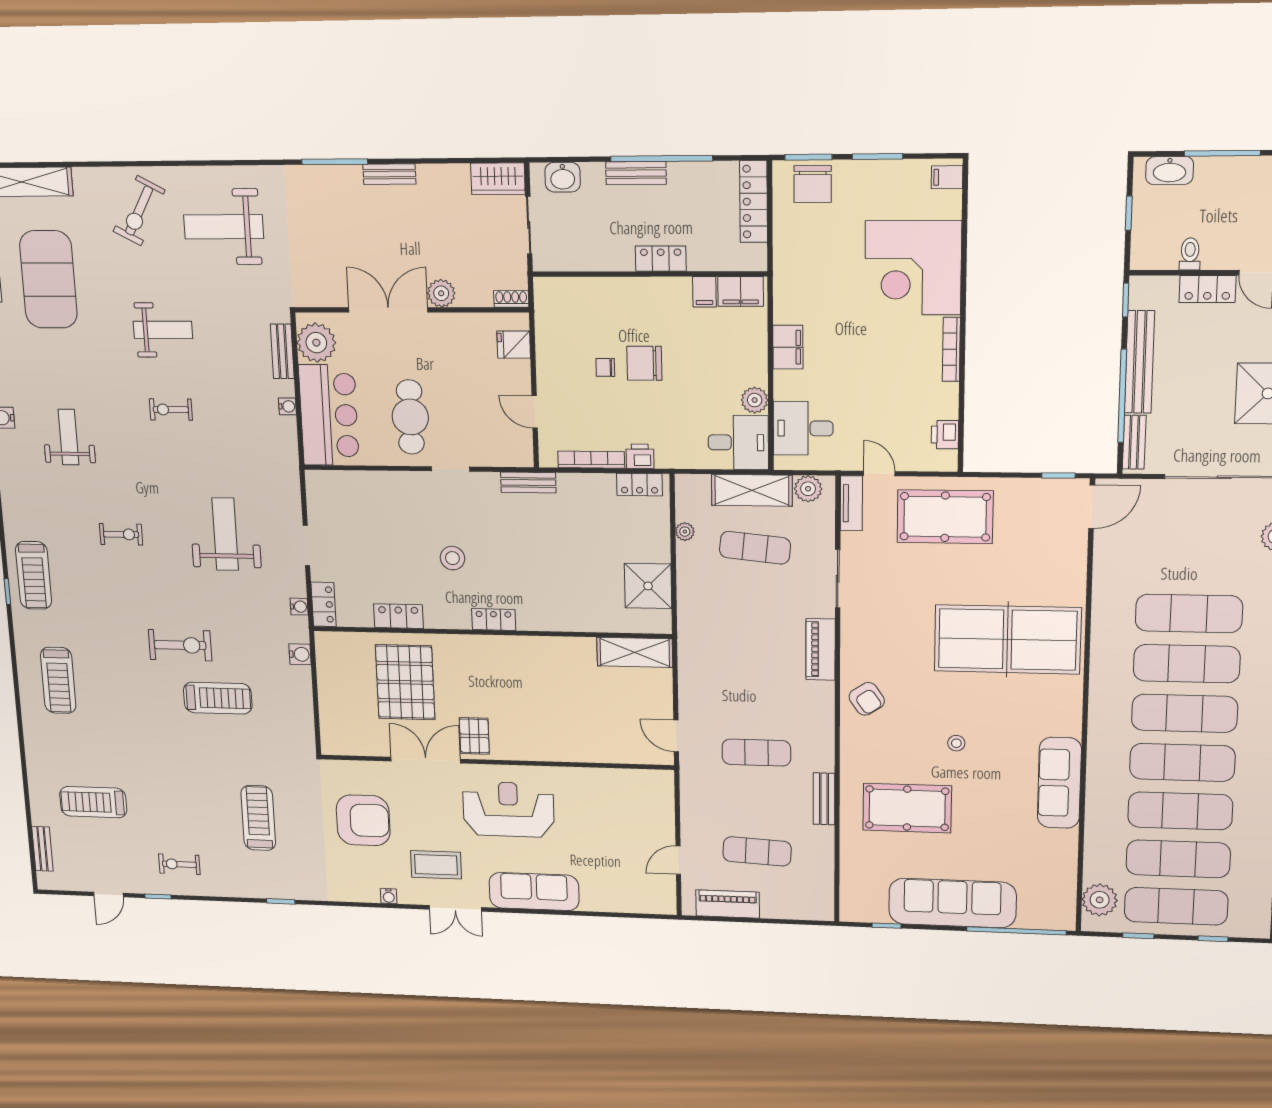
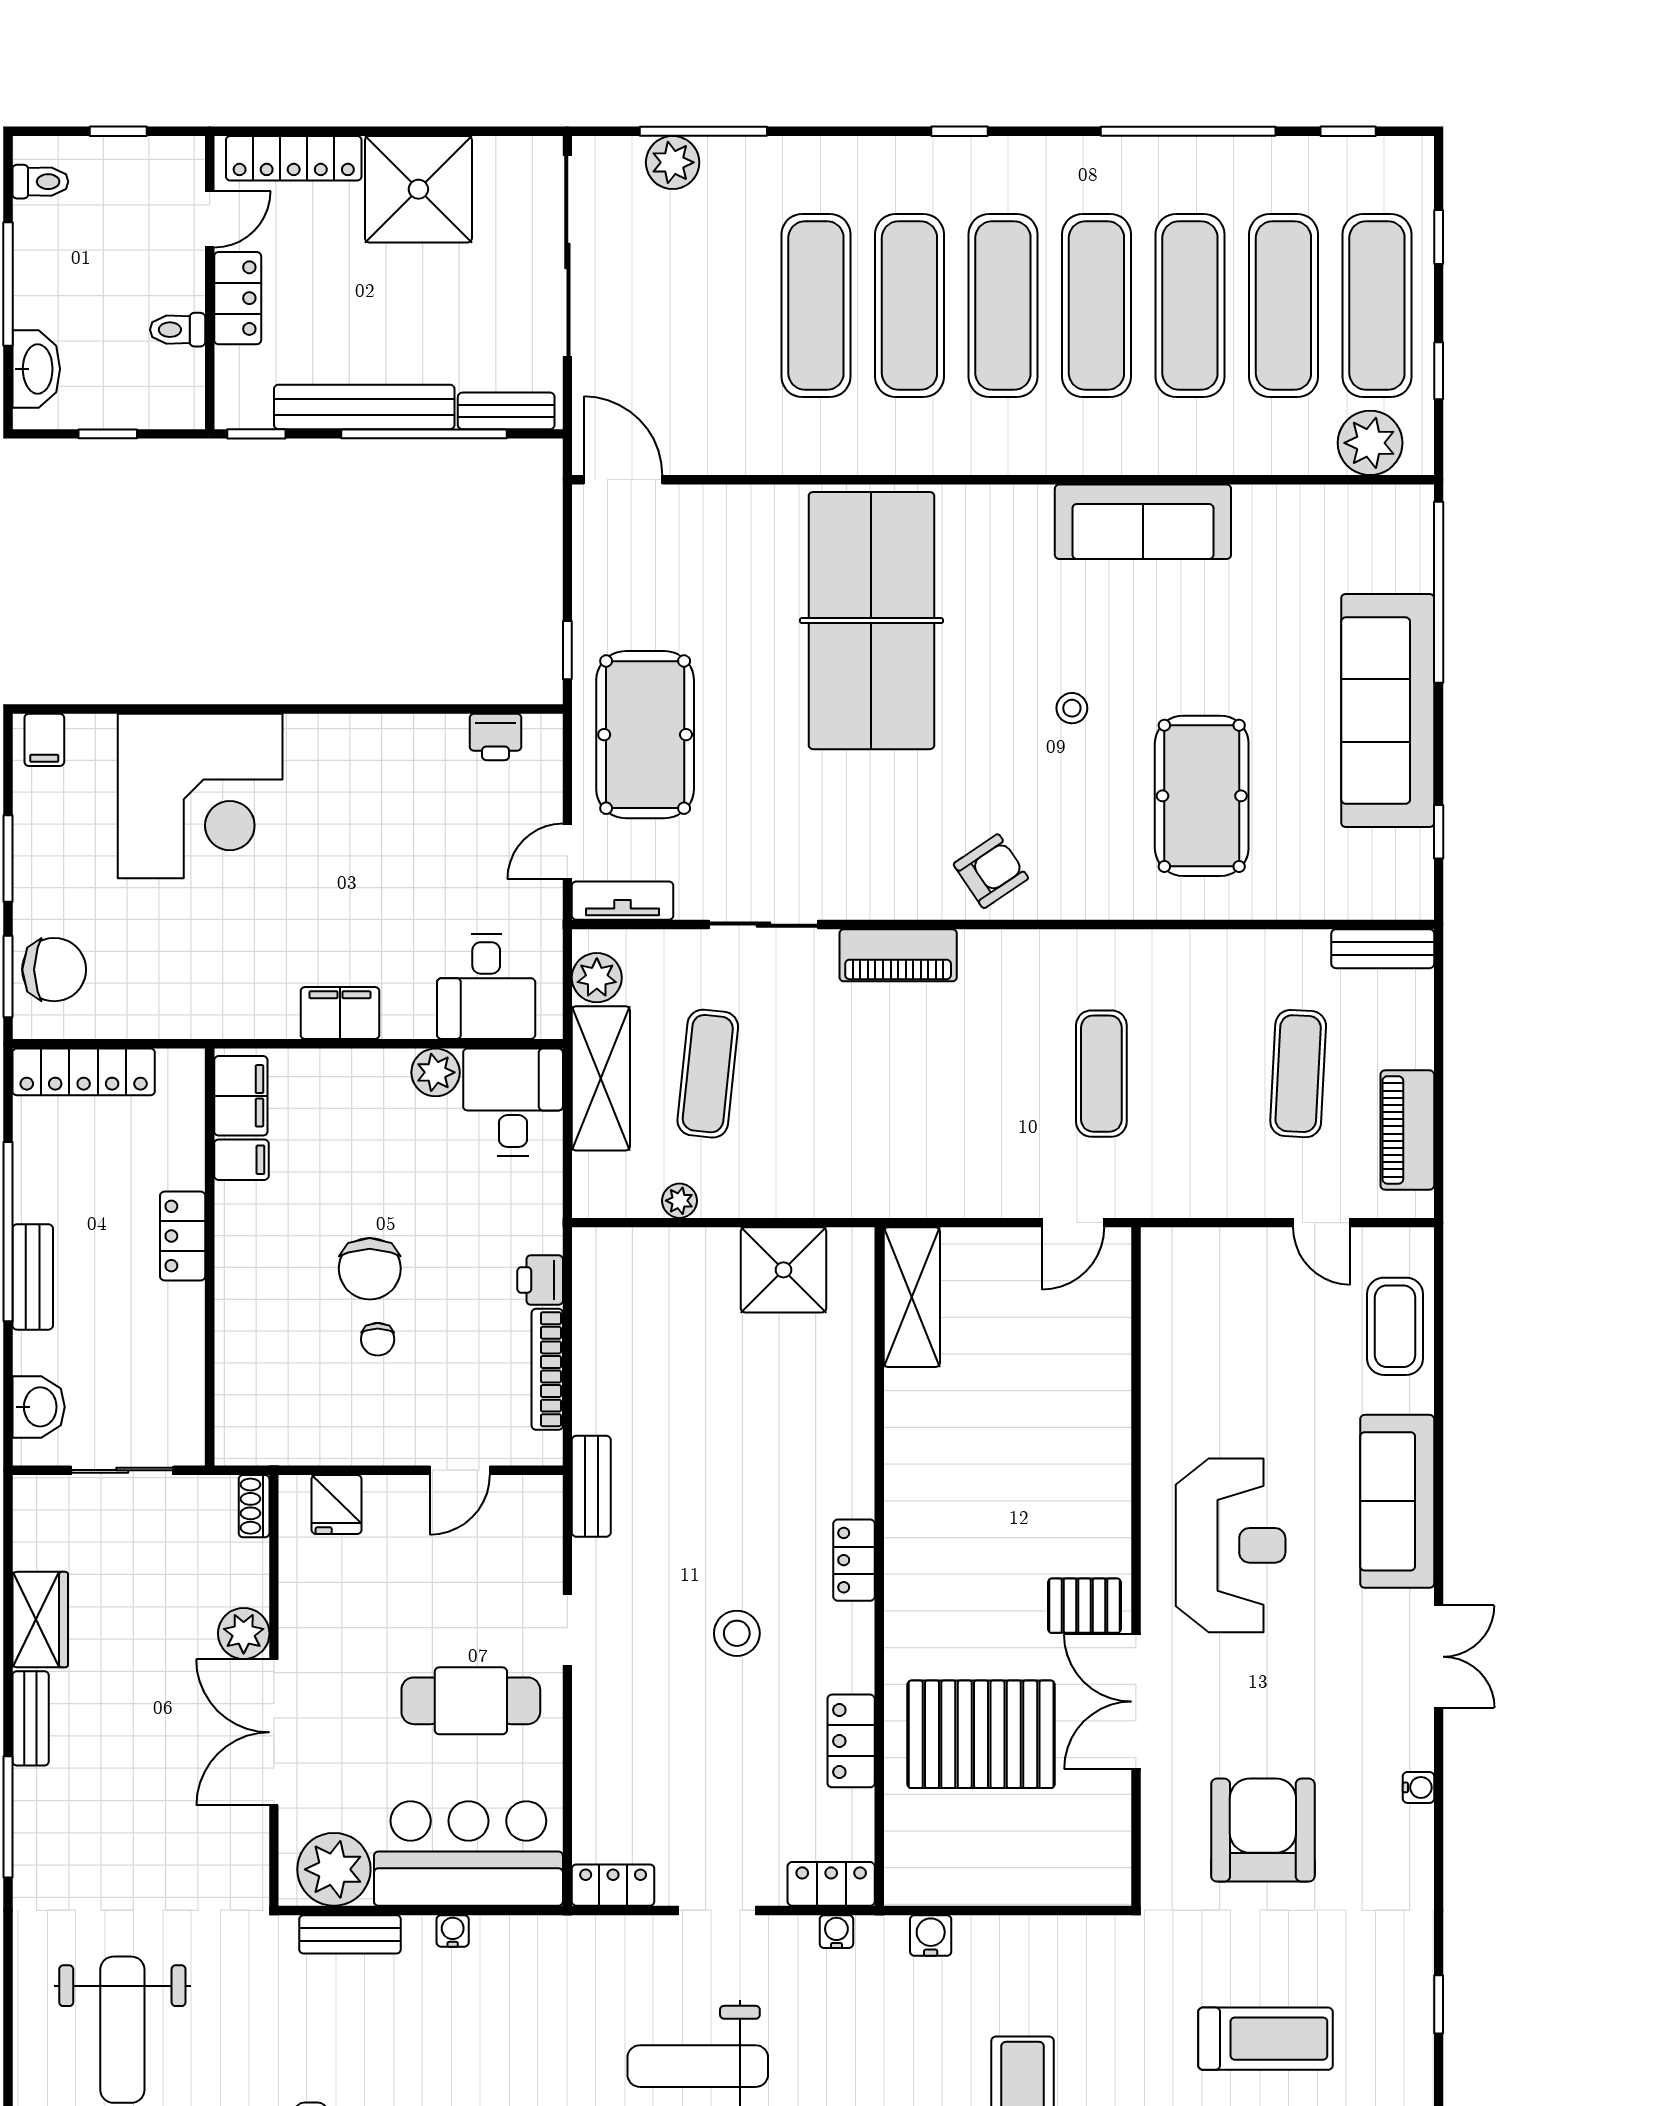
wardrobe: (498, 179) -> (40, 1620), moved
bookcase: (951, 349) -> (343, 728), removed
window: (1058, 475) -> (567, 650), moved
locker: (639, 485) -> (613, 1885), moved, turned -90
bench: (824, 799) -> (1383, 949), moved
reception desk: (508, 809) -> (1231, 1545), turned 180
treadmill: (258, 818) -> (1266, 2039), turned 180
coffee table: (436, 865) -> (1395, 1326), moved

